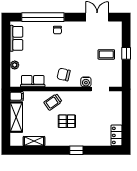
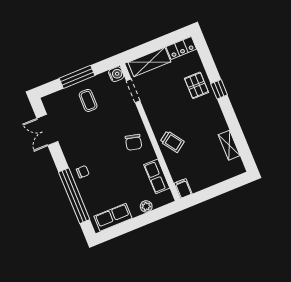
window: (126, 53) -> (77, 77), width x2.17
water cooler: (86, 82) -> (116, 74), moved
shelving: (16, 117) -> (149, 62), moved
pallet: (67, 121) -> (196, 85), moved

